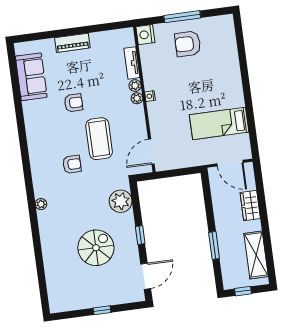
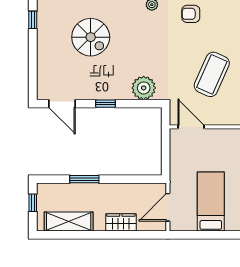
coffee table: (99, 139) -> (212, 74), turned -66
armchair: (72, 164) -> (191, 14), moved, turned 90
spiral stairs: (96, 248) -> (91, 37), moved
window: (102, 310) -> (33, 20), moved

